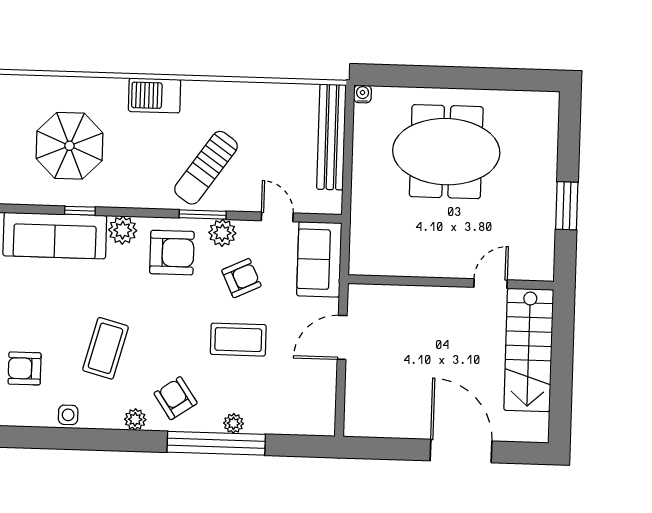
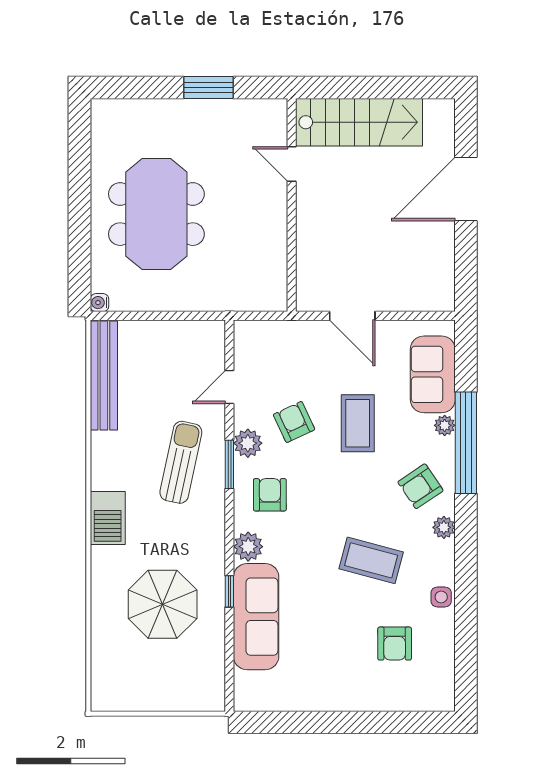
bench: (331, 137) -> (104, 376), moved, turned 90
sun lounger: (206, 168) -> (181, 462), turned -113
armchair: (172, 253) -> (270, 495), width x0.72, depth x0.72
sofa: (319, 259) -> (433, 374), moved, turned 90

